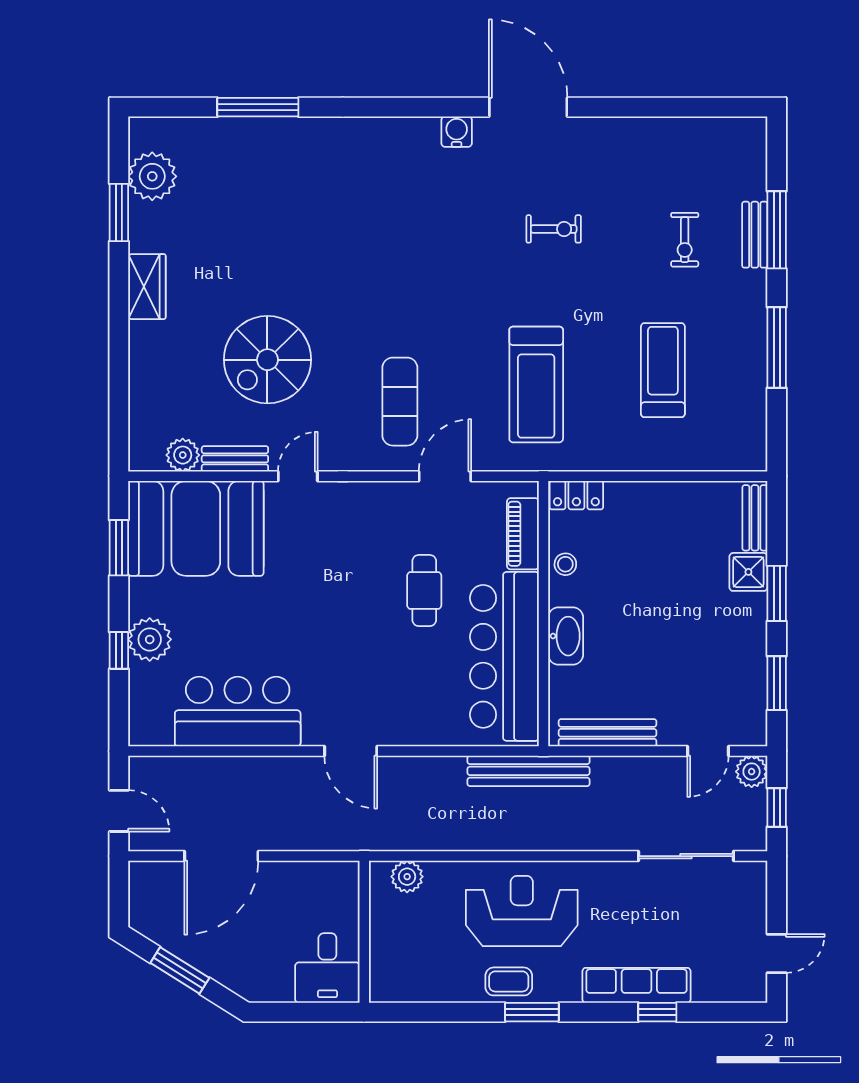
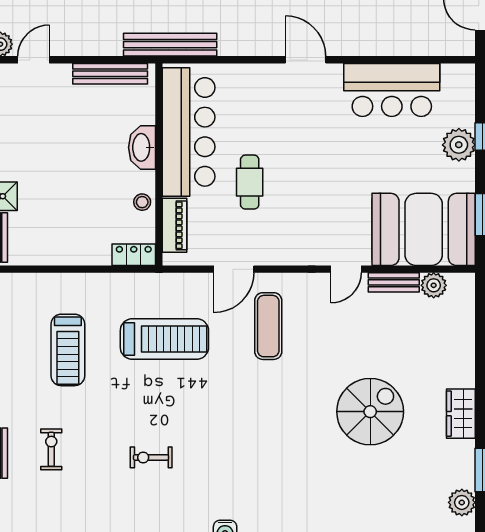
plant: (152, 176) -> (462, 502), width x0.73, depth x0.73
spiral stairs: (267, 360) -> (370, 412), moved
treadmill: (536, 384) -> (164, 339), turned 90

